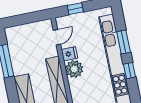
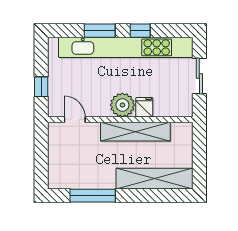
fridge: (69, 54) -> (144, 107), moved

